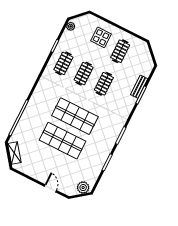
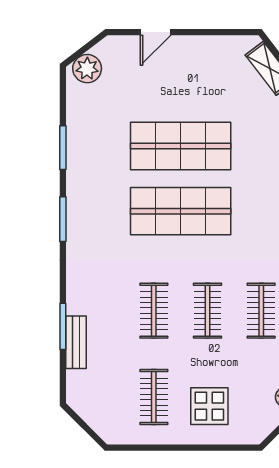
door: (50, 188) -> (156, 32), hinge flipped

